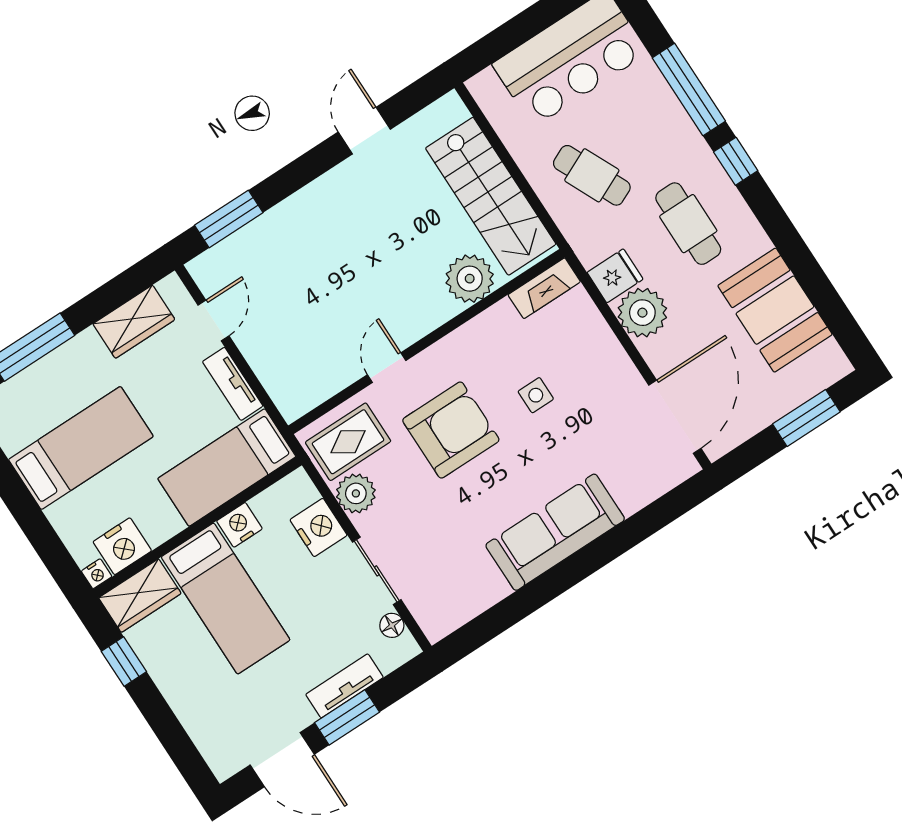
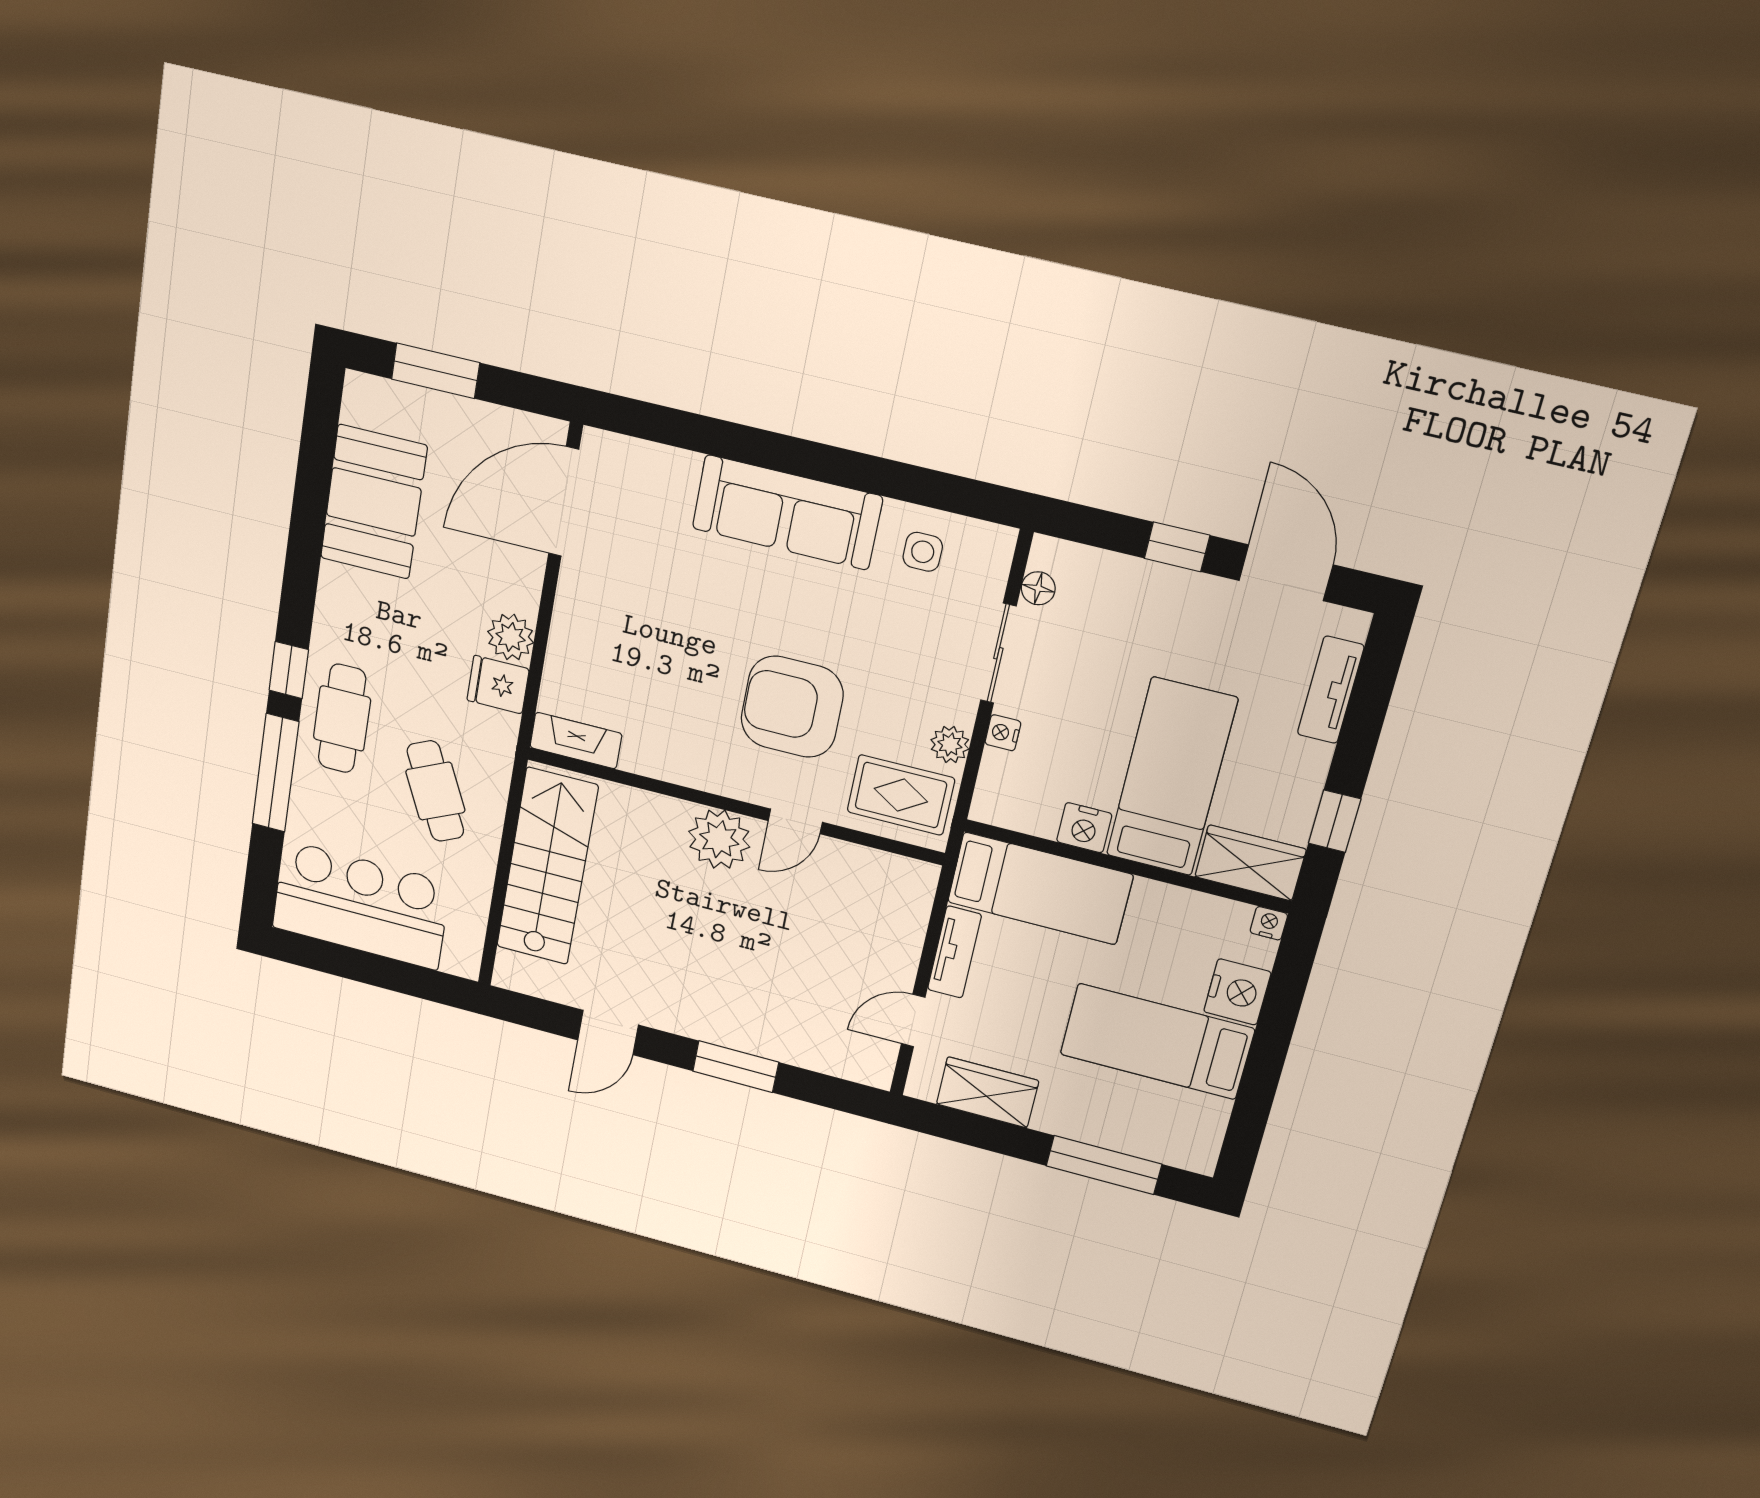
window: (229, 219) -> (736, 1067), moved
cafe table: (688, 224) -> (342, 718), moved
plant: (470, 279) -> (719, 839), moved
plant: (642, 313) -> (511, 637), width x0.73, depth x0.73
side table: (536, 395) -> (923, 552), moved
plant: (356, 493) -> (950, 744), width x0.73, depth x0.73
nightstand: (319, 527) -> (1003, 733), width x0.53, depth x0.56
nightstand: (122, 546) -> (1237, 992), moved, turned 90
tv unit: (344, 686) -> (1331, 690), moved, turned 90
window: (347, 717) -> (1177, 547), width x0.67

